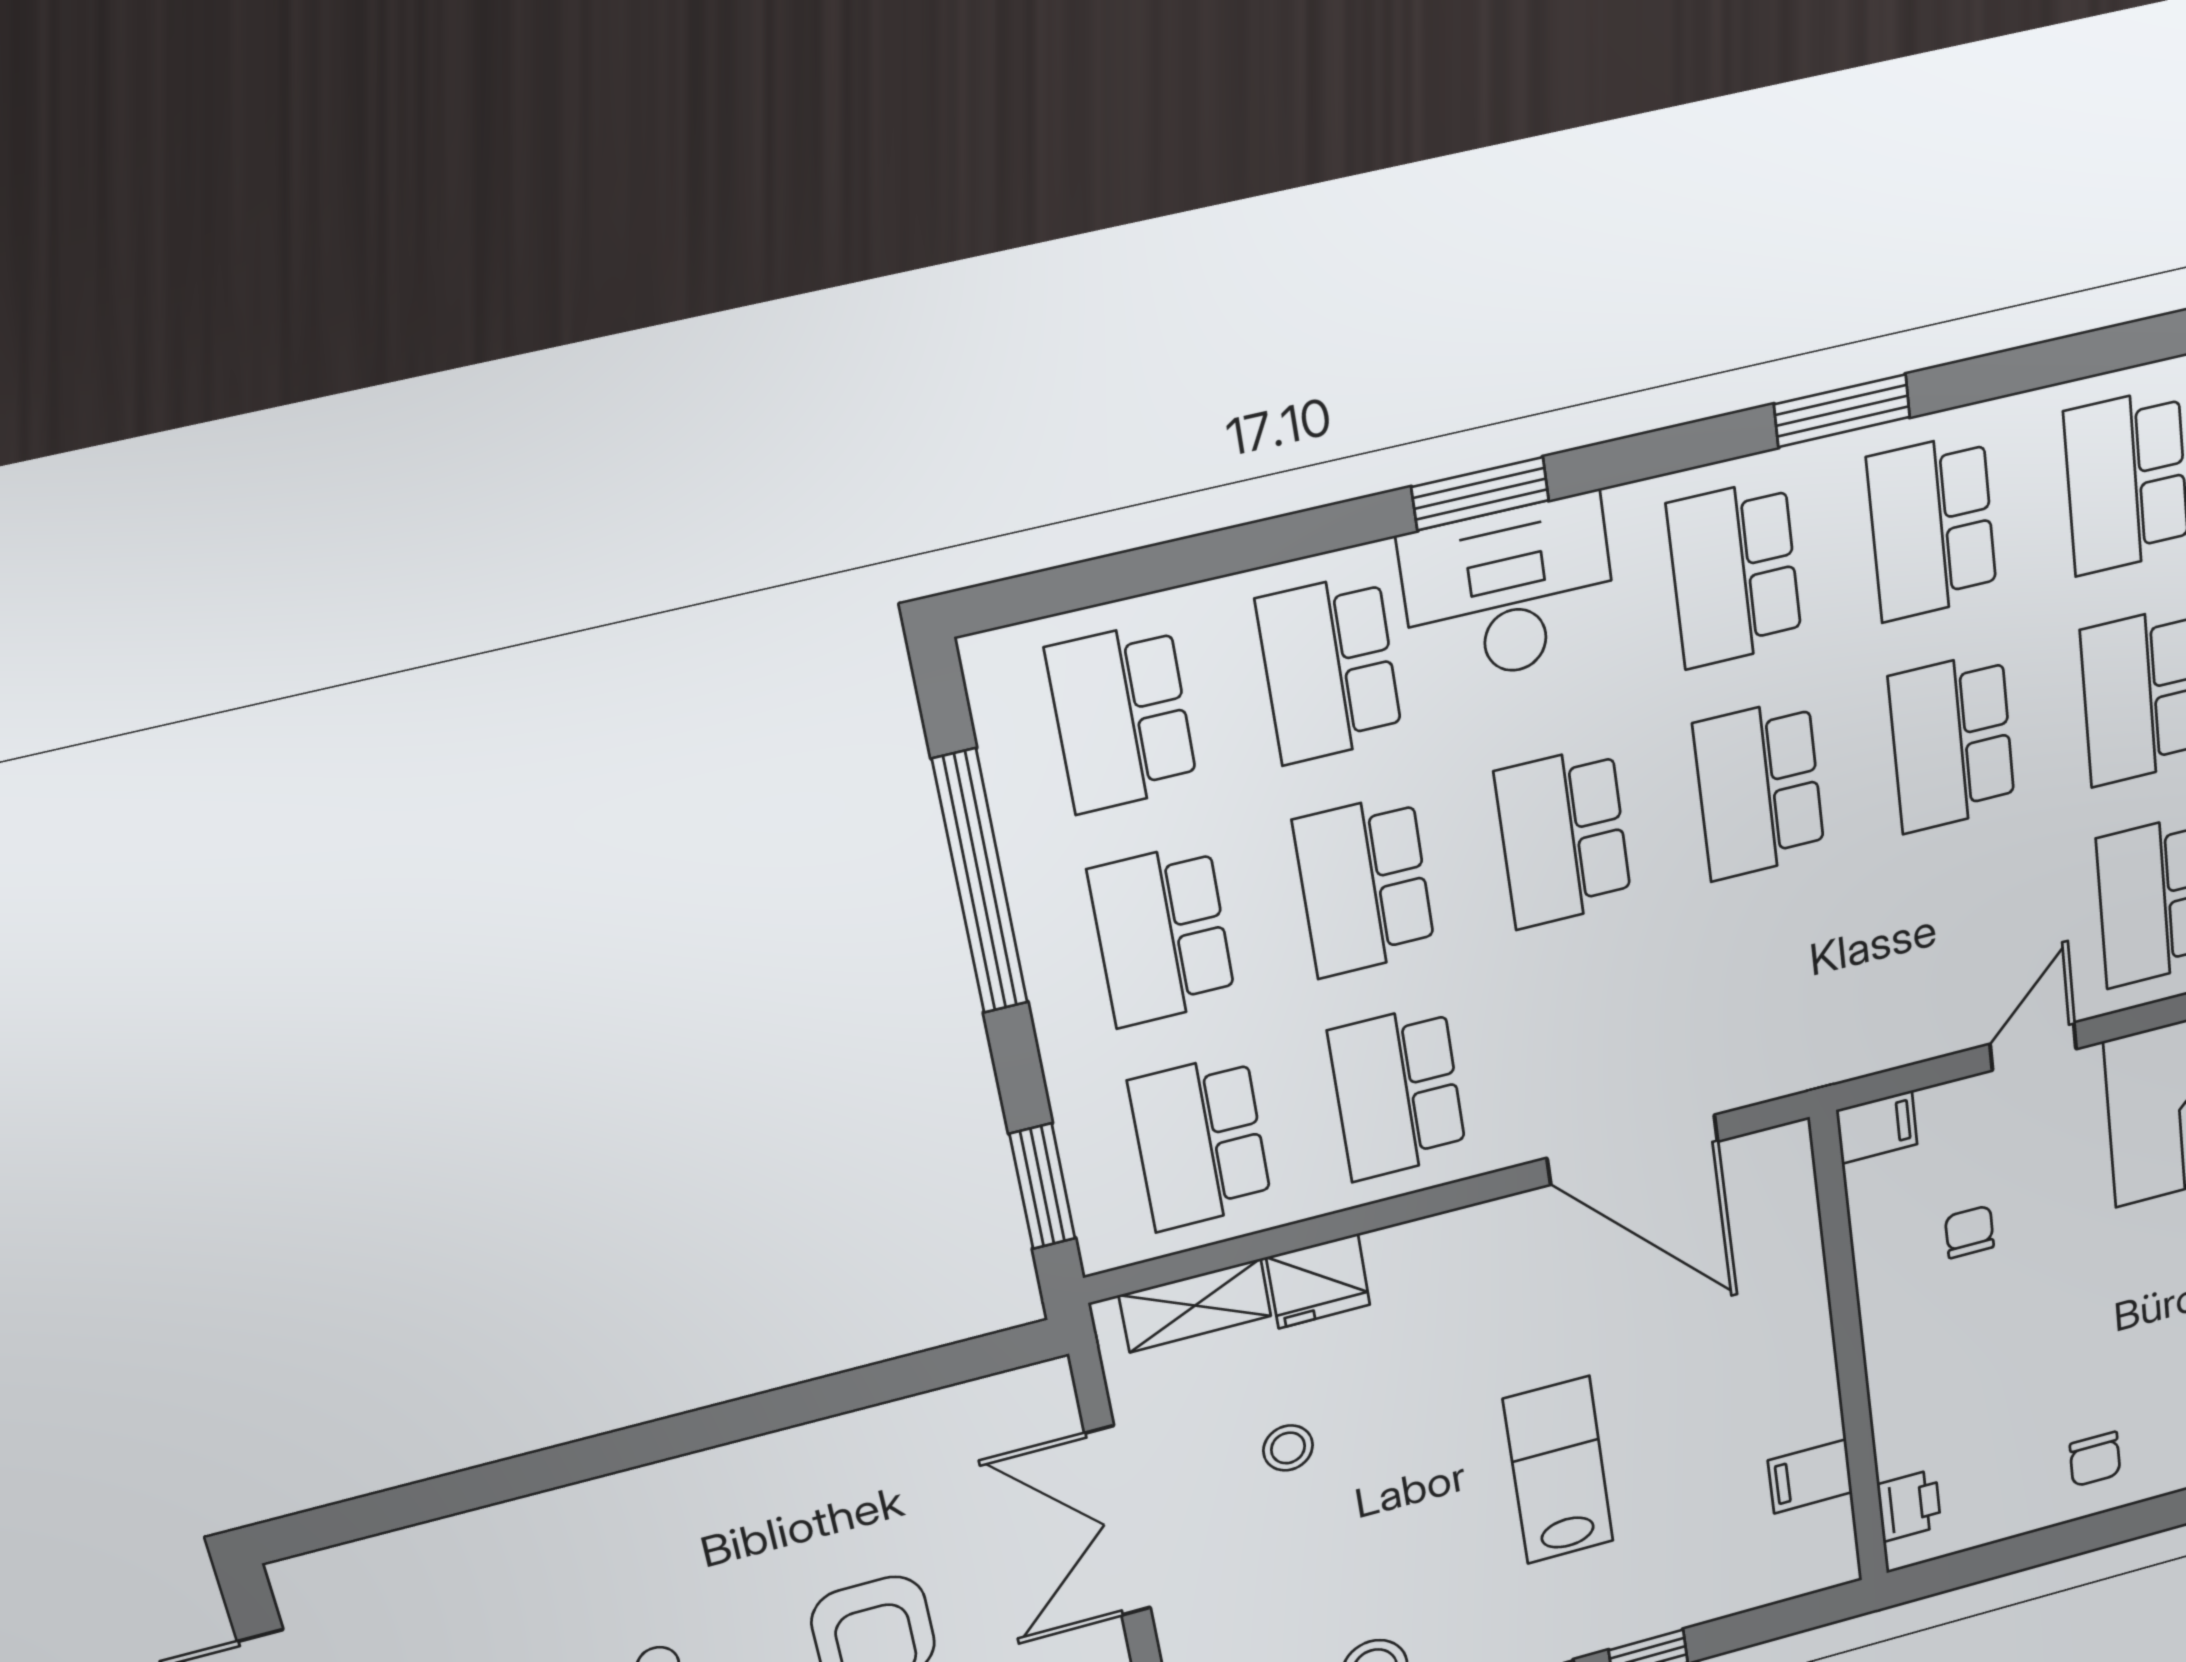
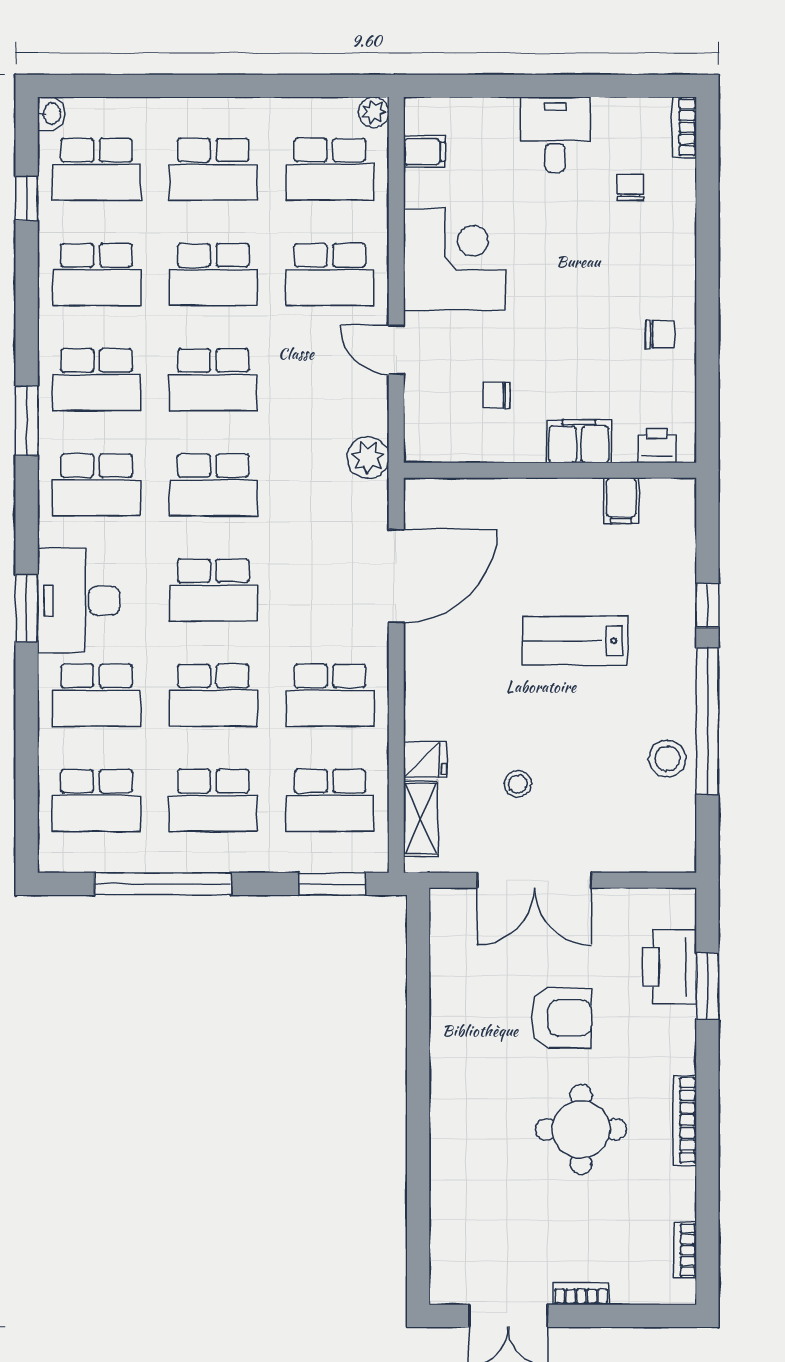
plant: (1838, 1047) -> (368, 458), added
filing cabinet: (1877, 1127) -> (579, 441), moved, width x2.00
fridge: (1318, 1281) -> (425, 760), width x0.72

